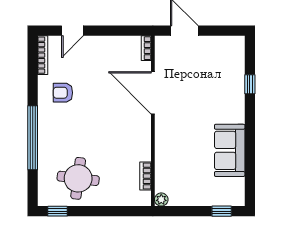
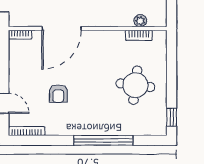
armchair: (63, 93) -> (58, 94), moved
round table: (78, 178) -> (135, 85), moved
plant: (161, 200) -> (140, 21), moved

